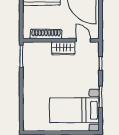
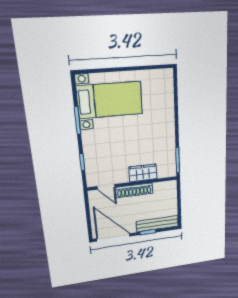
shoe rack: (46, 34) -> (134, 190), moved
wardrobe: (63, 48) -> (143, 173), moved

